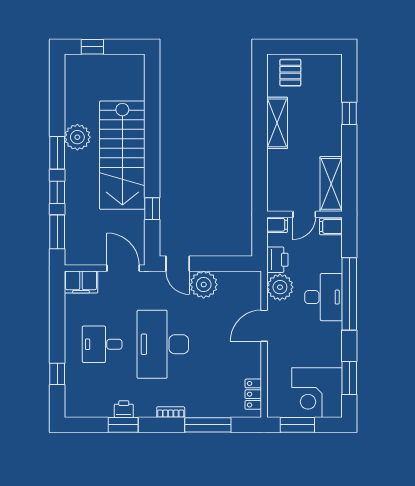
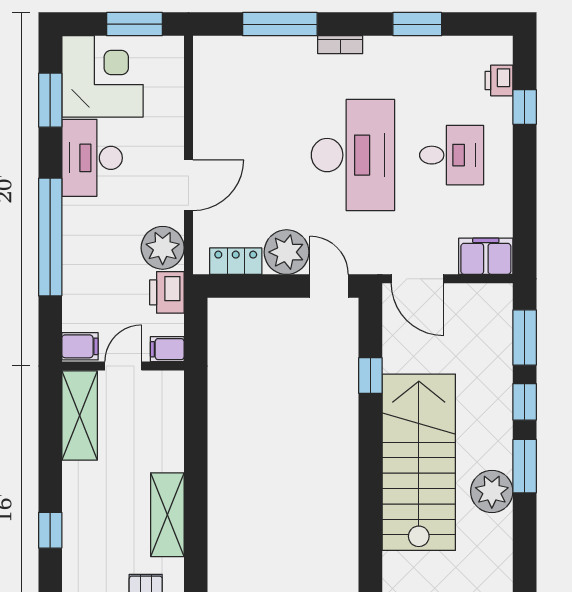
desk: (323, 297) -> (92, 158), moved
locker: (253, 394) -> (236, 261), moved, turned -90
printer: (124, 409) -> (499, 81), moved, turned 90

